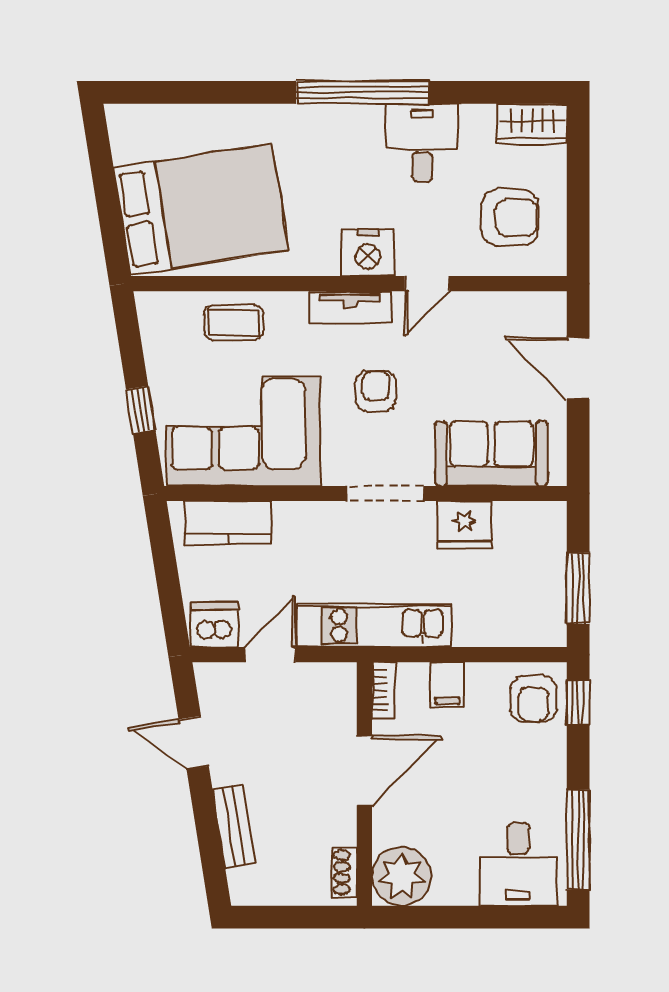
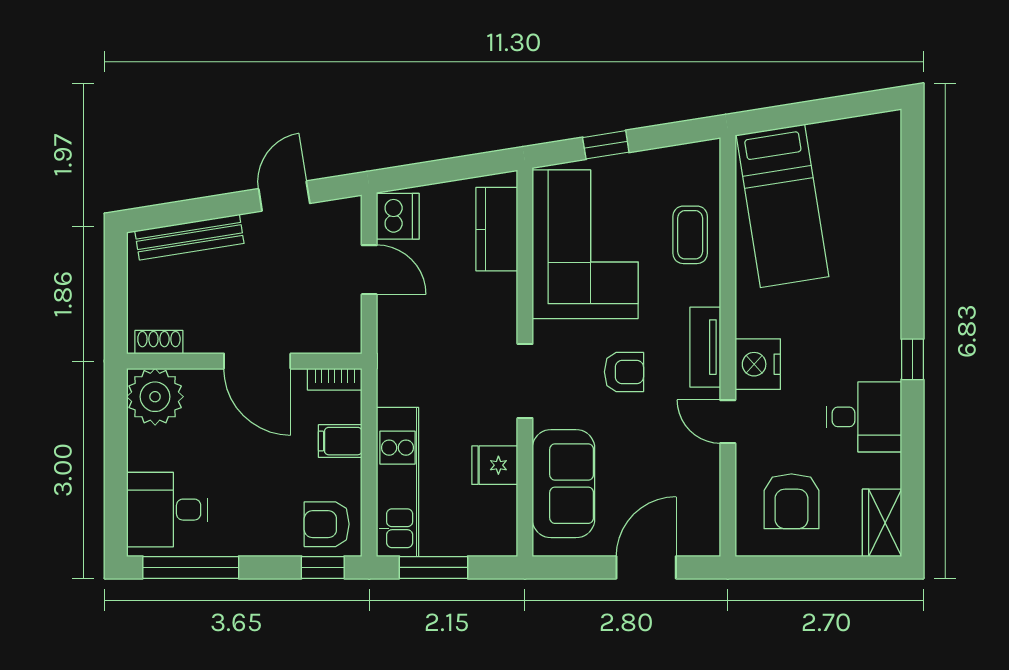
window: (363, 92) -> (912, 359), width x0.32
bed: (201, 209) -> (783, 206), width x0.67
fridge: (465, 525) -> (495, 465), width x0.72
kitchen unit: (375, 625) -> (398, 482), moved
bench: (234, 826) -> (189, 237), width x1.36

